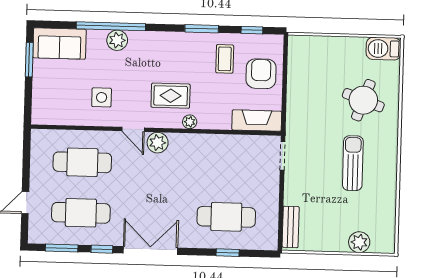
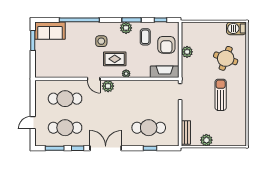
plant: (117, 40) -> (126, 28), moved
armchair: (261, 74) -> (166, 45), turned 180
plant: (297, 87) -> (187, 52), added
side table: (102, 97) -> (101, 41), moved
plant: (359, 242) -> (206, 140), moved

